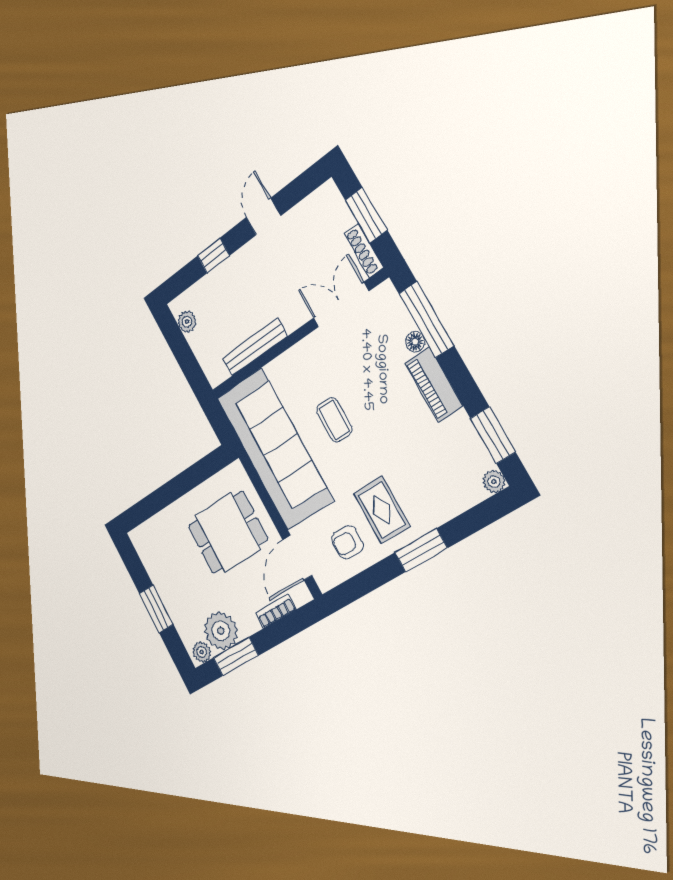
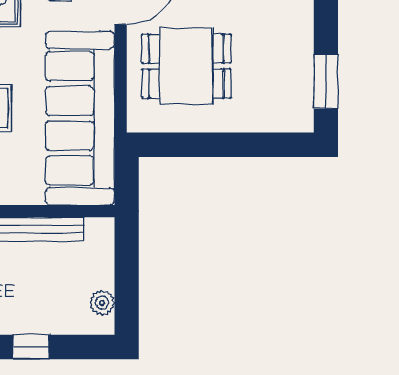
window: (156, 609) -> (326, 81), moved

